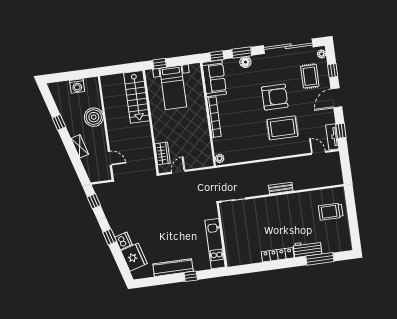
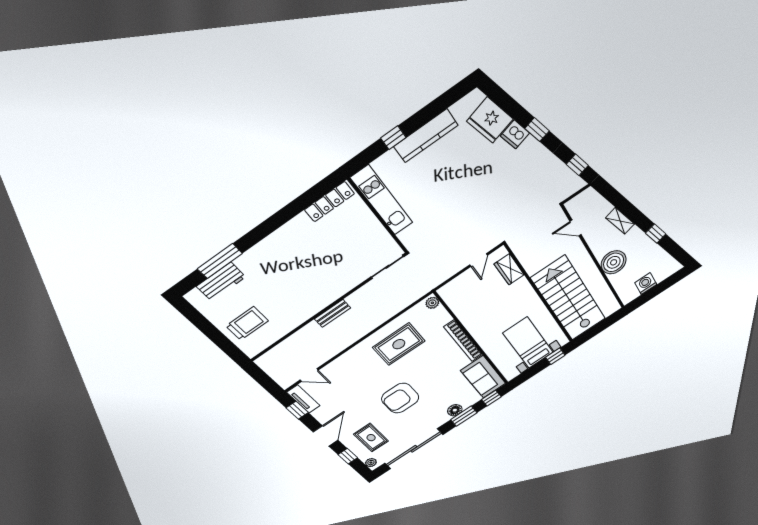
stairs: (137, 97) -> (569, 299), width x1.36, depth x1.51
rug: (282, 128) -> (399, 344), moved
workbench: (307, 249) -> (221, 282), moved
locker: (278, 255) -> (329, 202), moved

